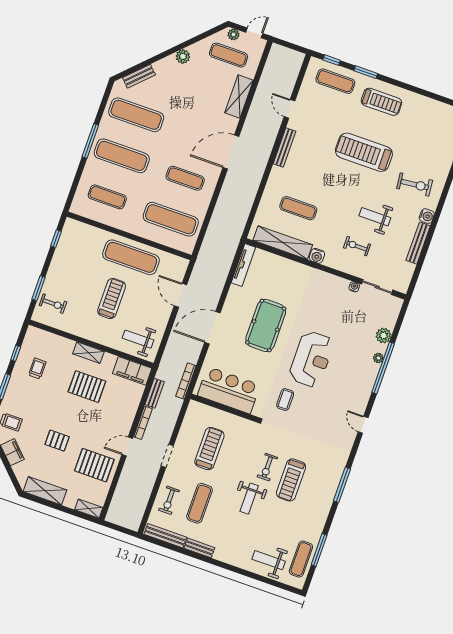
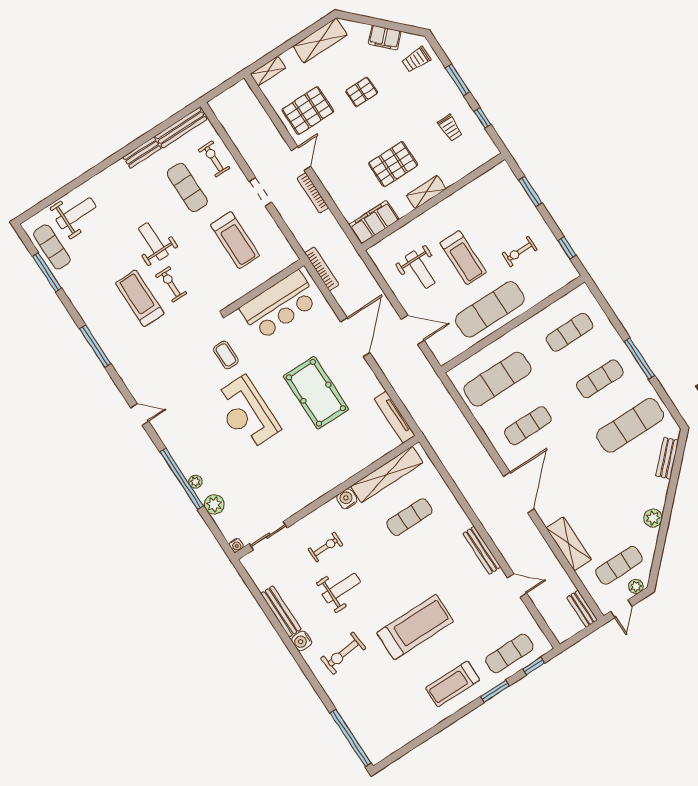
exercise mat: (122, 156) -> (600, 379), width x0.73, depth x0.69
water cooler: (354, 287) -> (236, 545), moved
exercise bike: (53, 304) -> (520, 252), moved
weight bench: (138, 339) -> (420, 270), moved, turned 90
bench: (155, 393) -> (582, 609), moved

